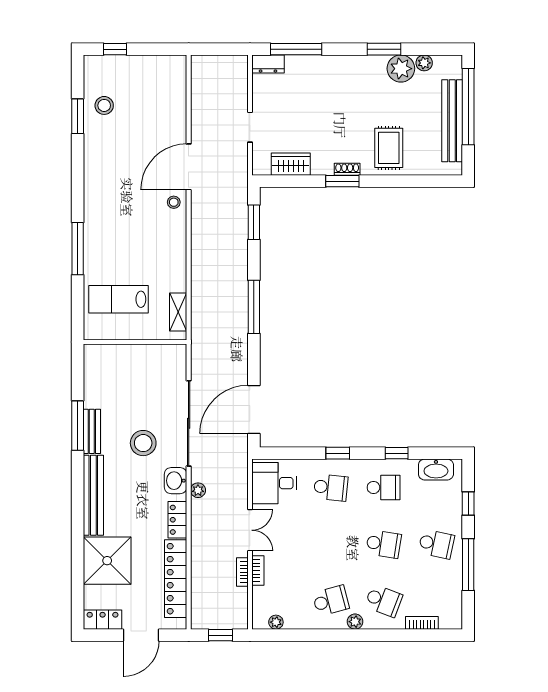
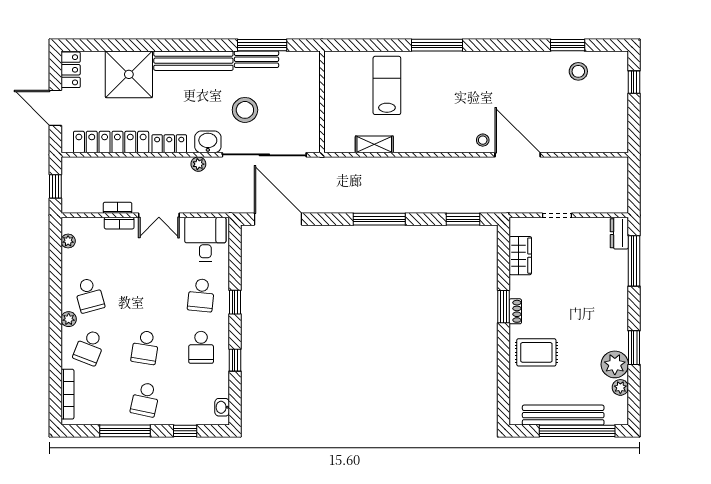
wall: (135, 342) -> (322, 102), moved
washbasin: (436, 470) -> (222, 407), width x0.52, depth x0.69
bookcase: (422, 623) -> (67, 394), width x1.56

